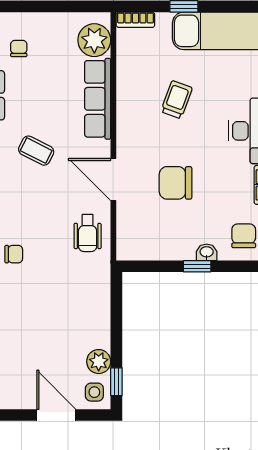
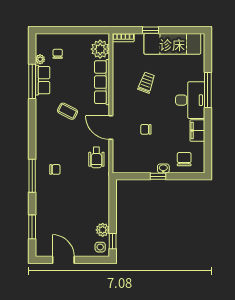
chair: (176, 183) -> (146, 129), width x0.54, depth x0.54
door: (56, 415) -> (63, 260), moved

